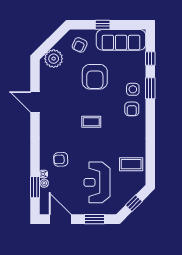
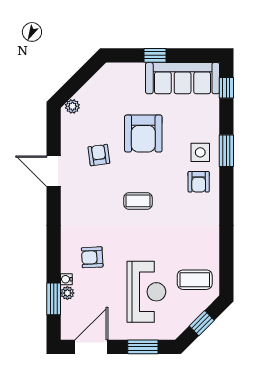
armchair: (80, 45) -> (99, 155), moved, turned 147
plant: (54, 59) -> (72, 106), width x0.53, depth x0.53
window: (150, 59) -> (226, 88), moved
coffee table: (131, 164) -> (195, 280), moved
reception desk: (97, 182) -> (146, 292), turned 180
door: (60, 219) -> (91, 347), hinge flipped

